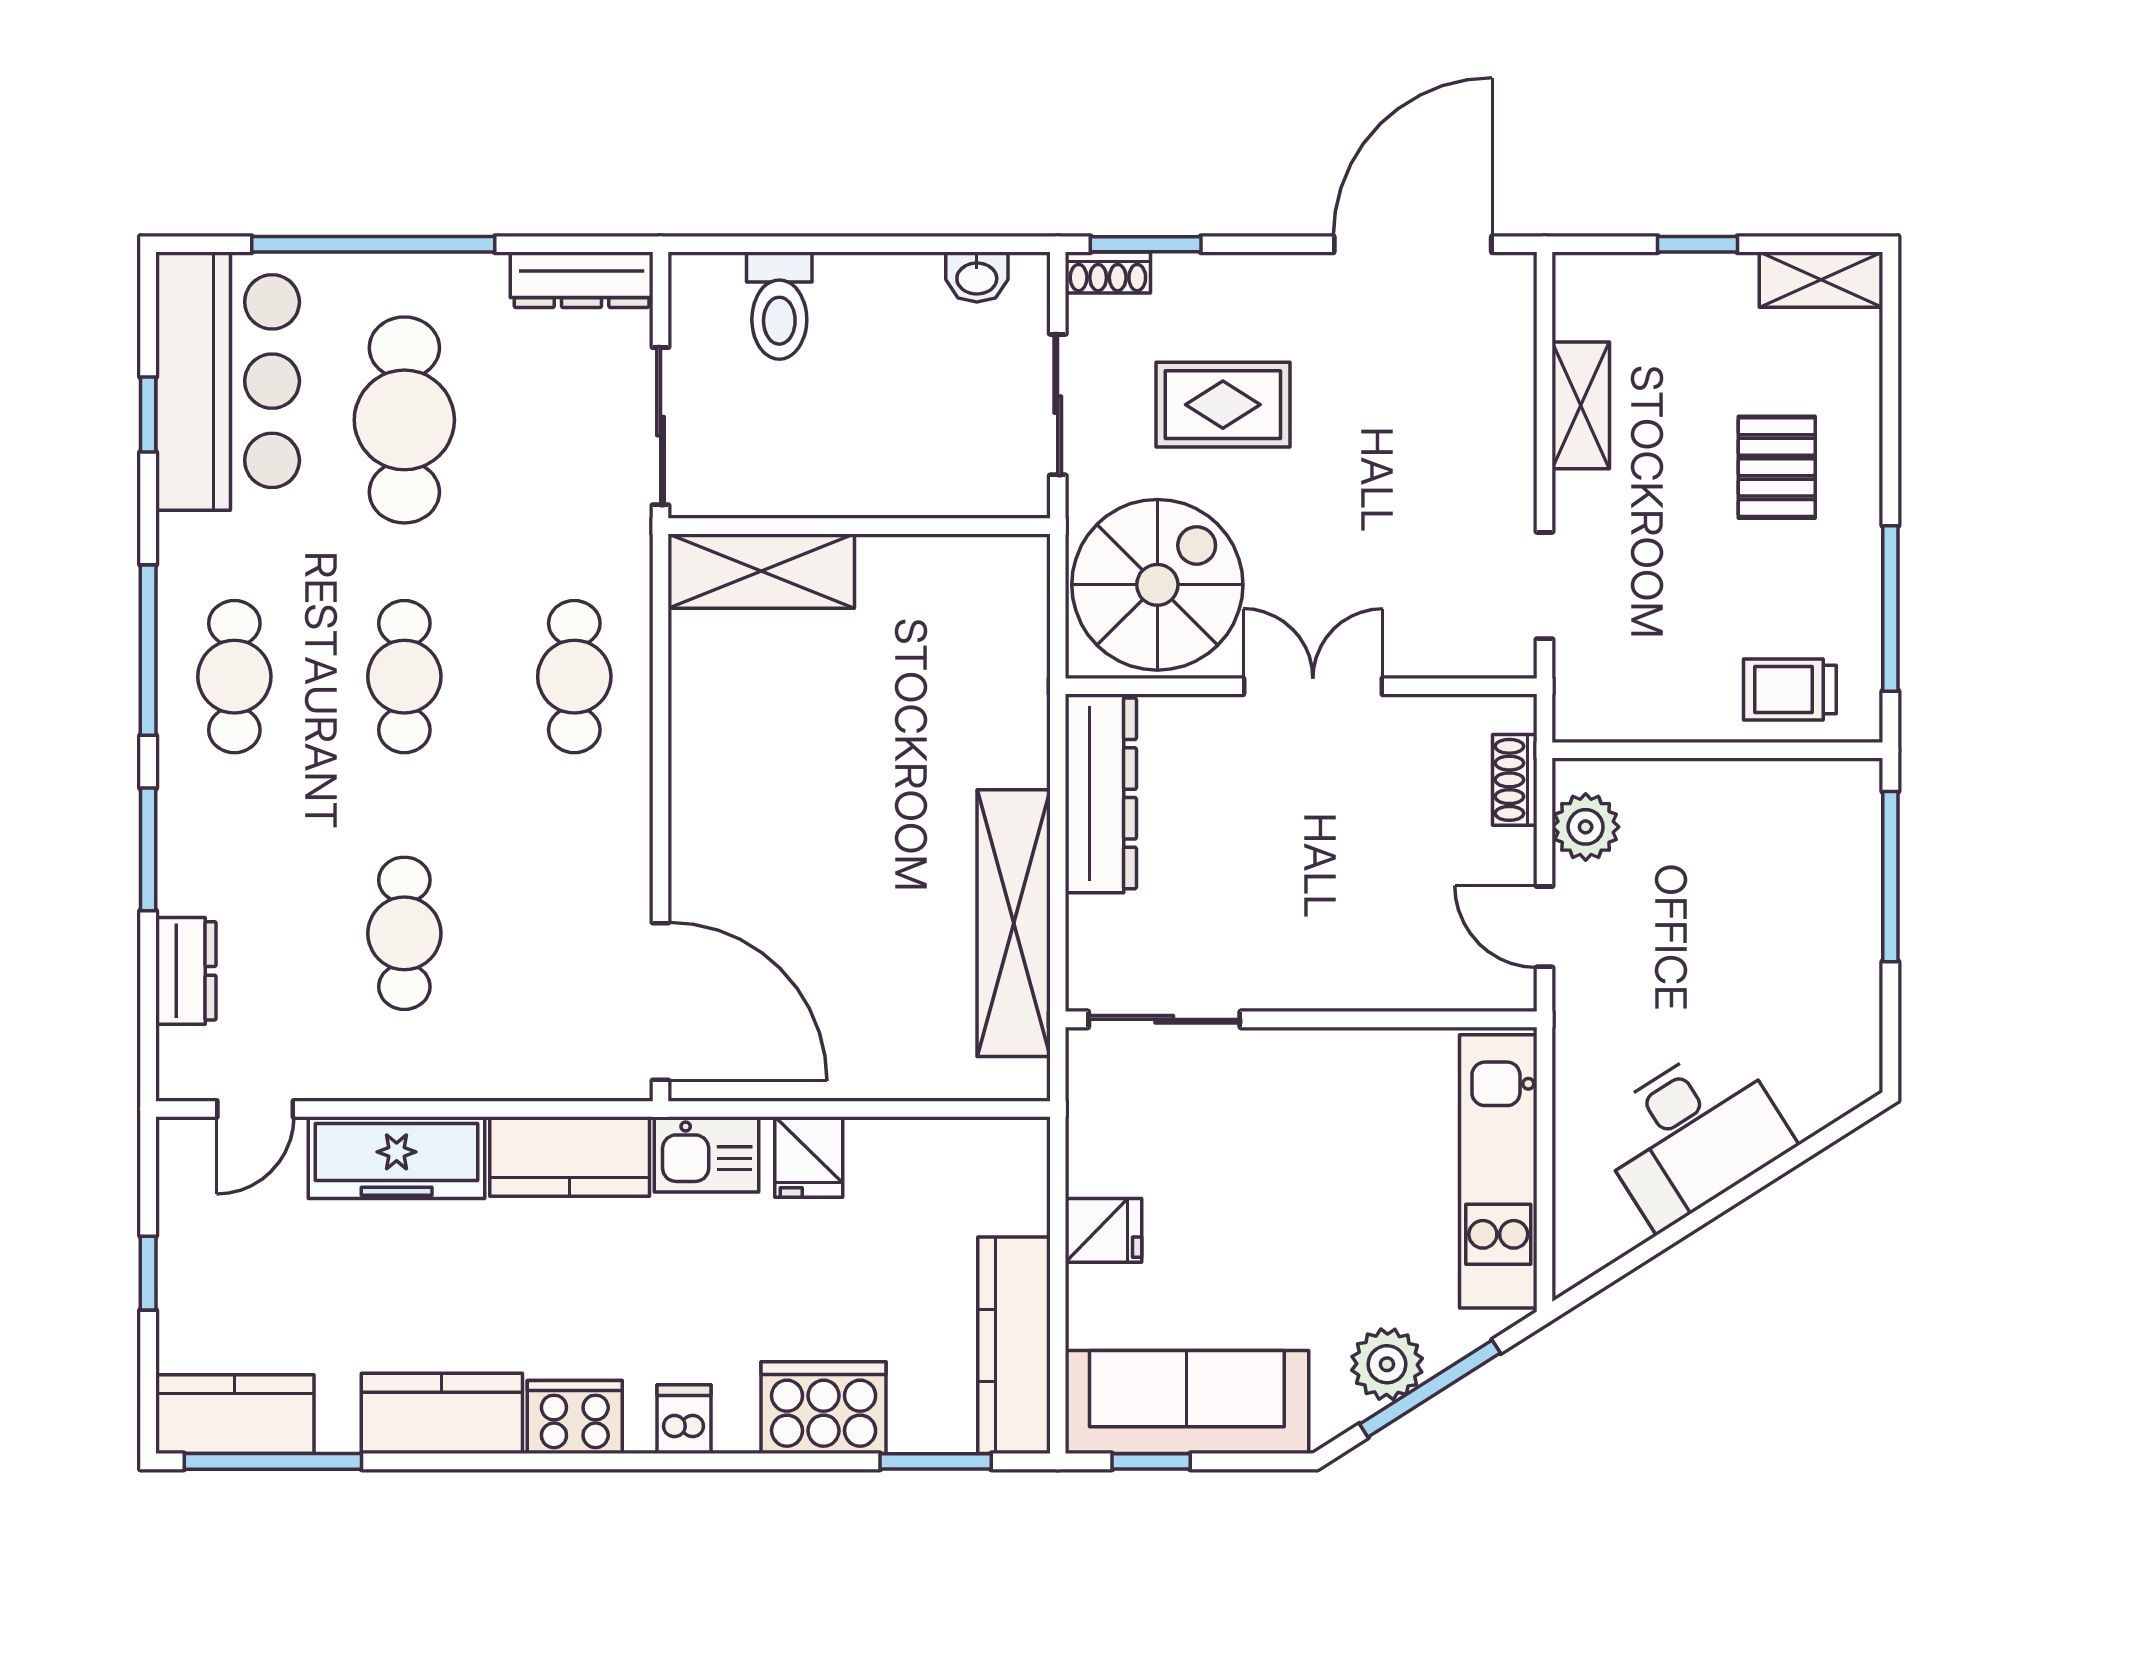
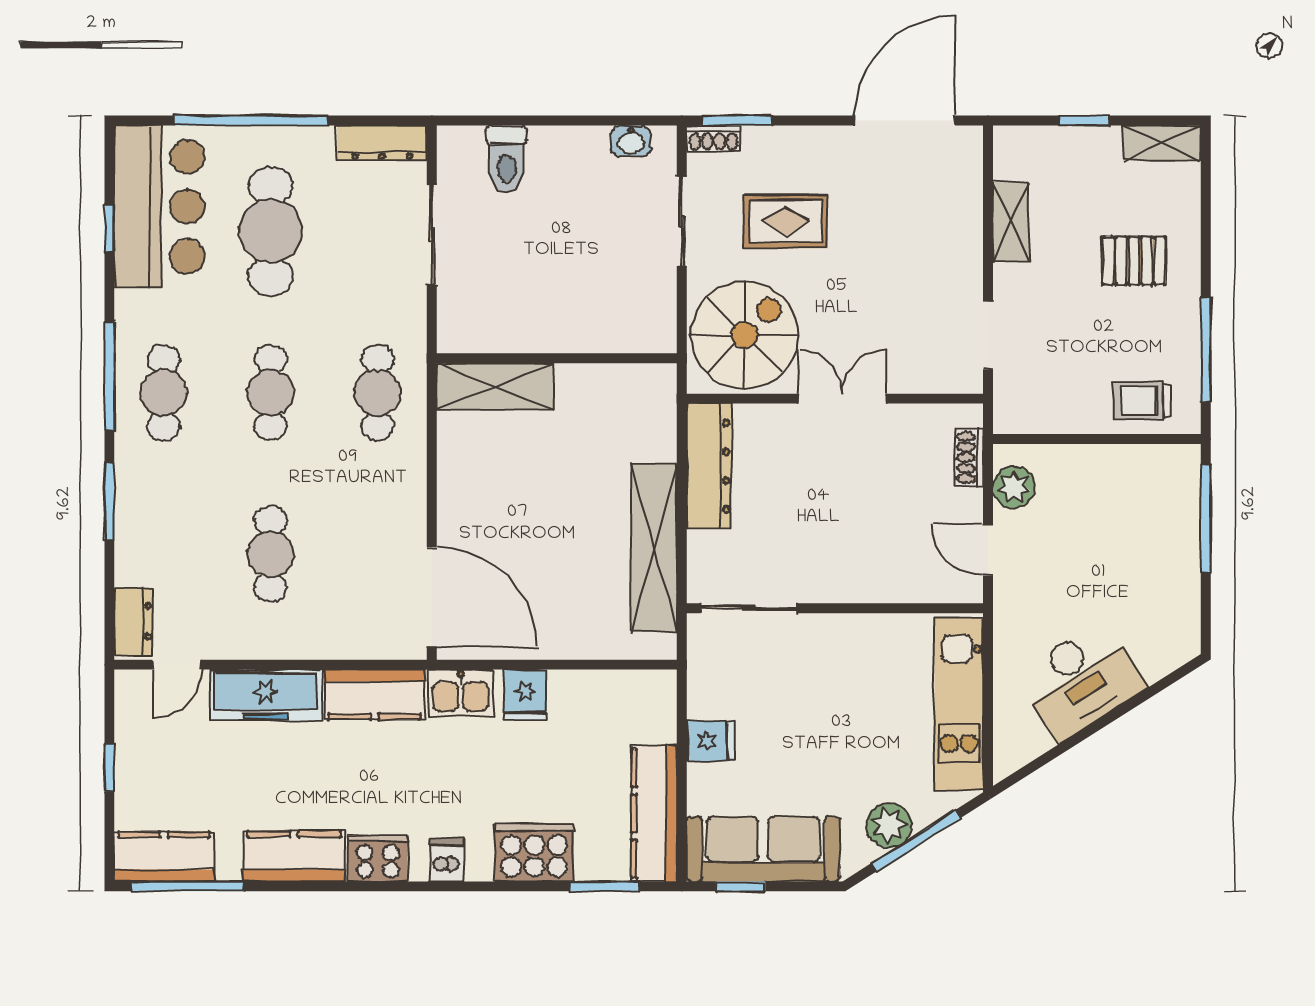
pallet: (1777, 467) -> (1134, 261), turned 90
wall: (859, 526) -> (557, 358), moved
shelving: (761, 571) -> (495, 387), moved
dresser: (186, 971) -> (133, 622), moved

